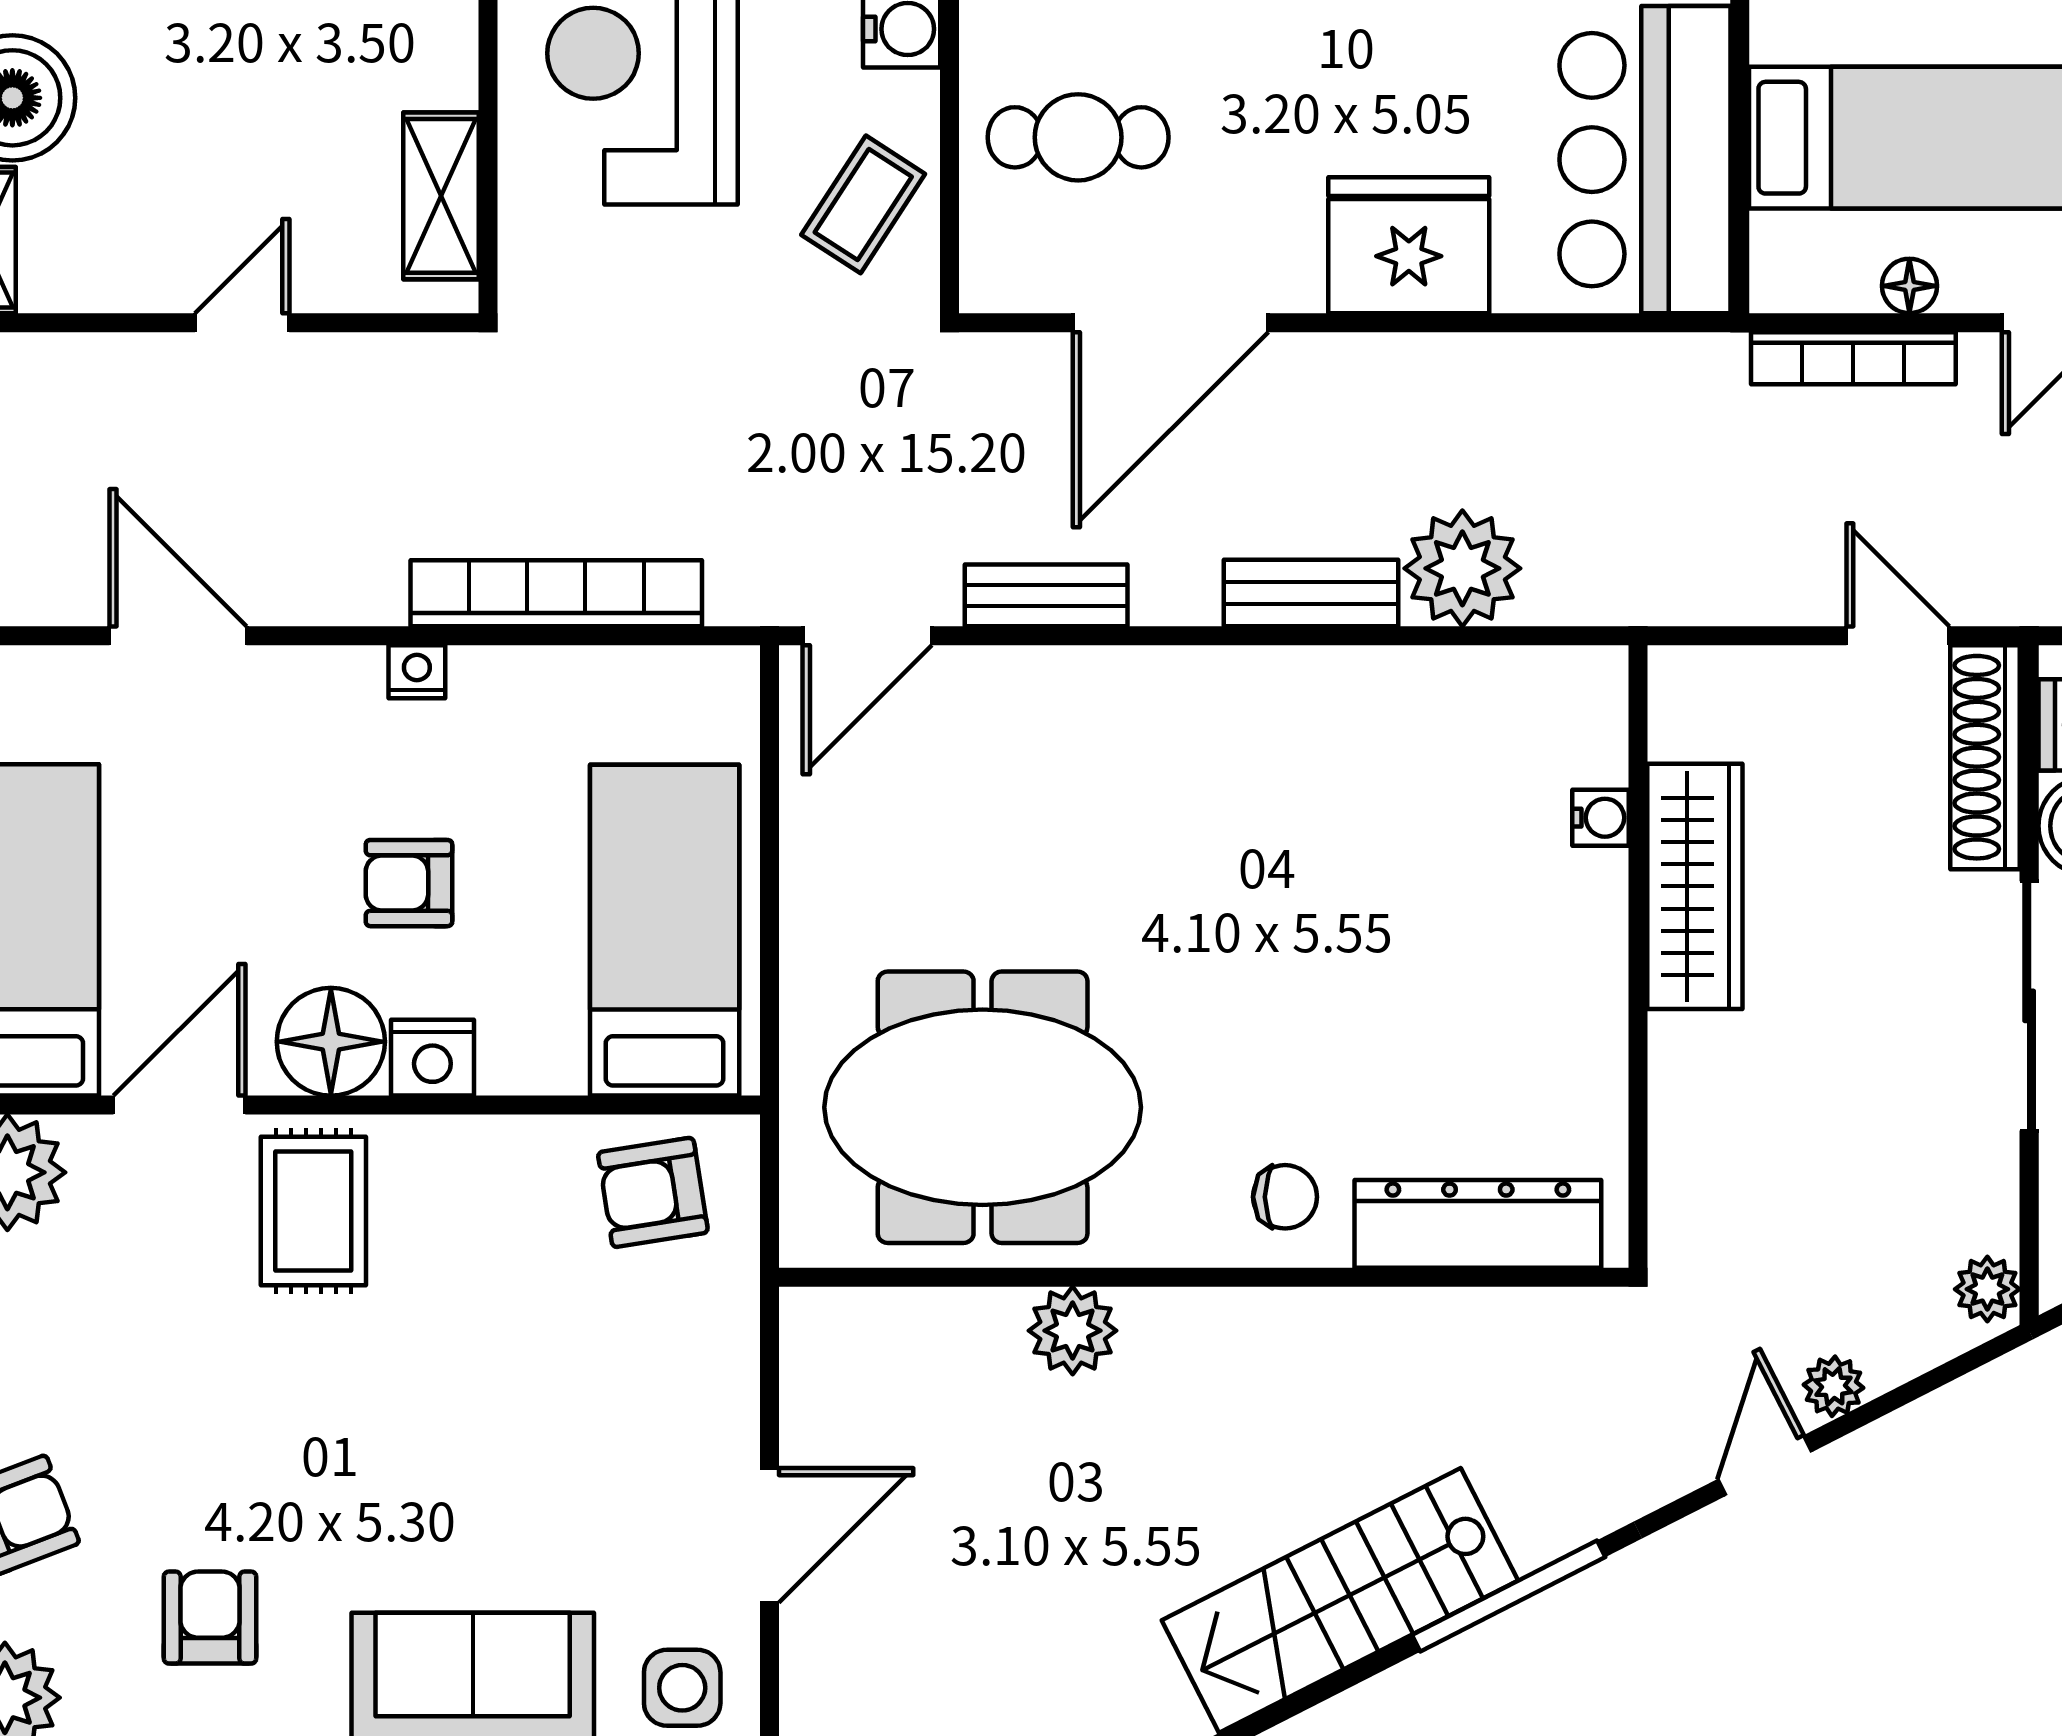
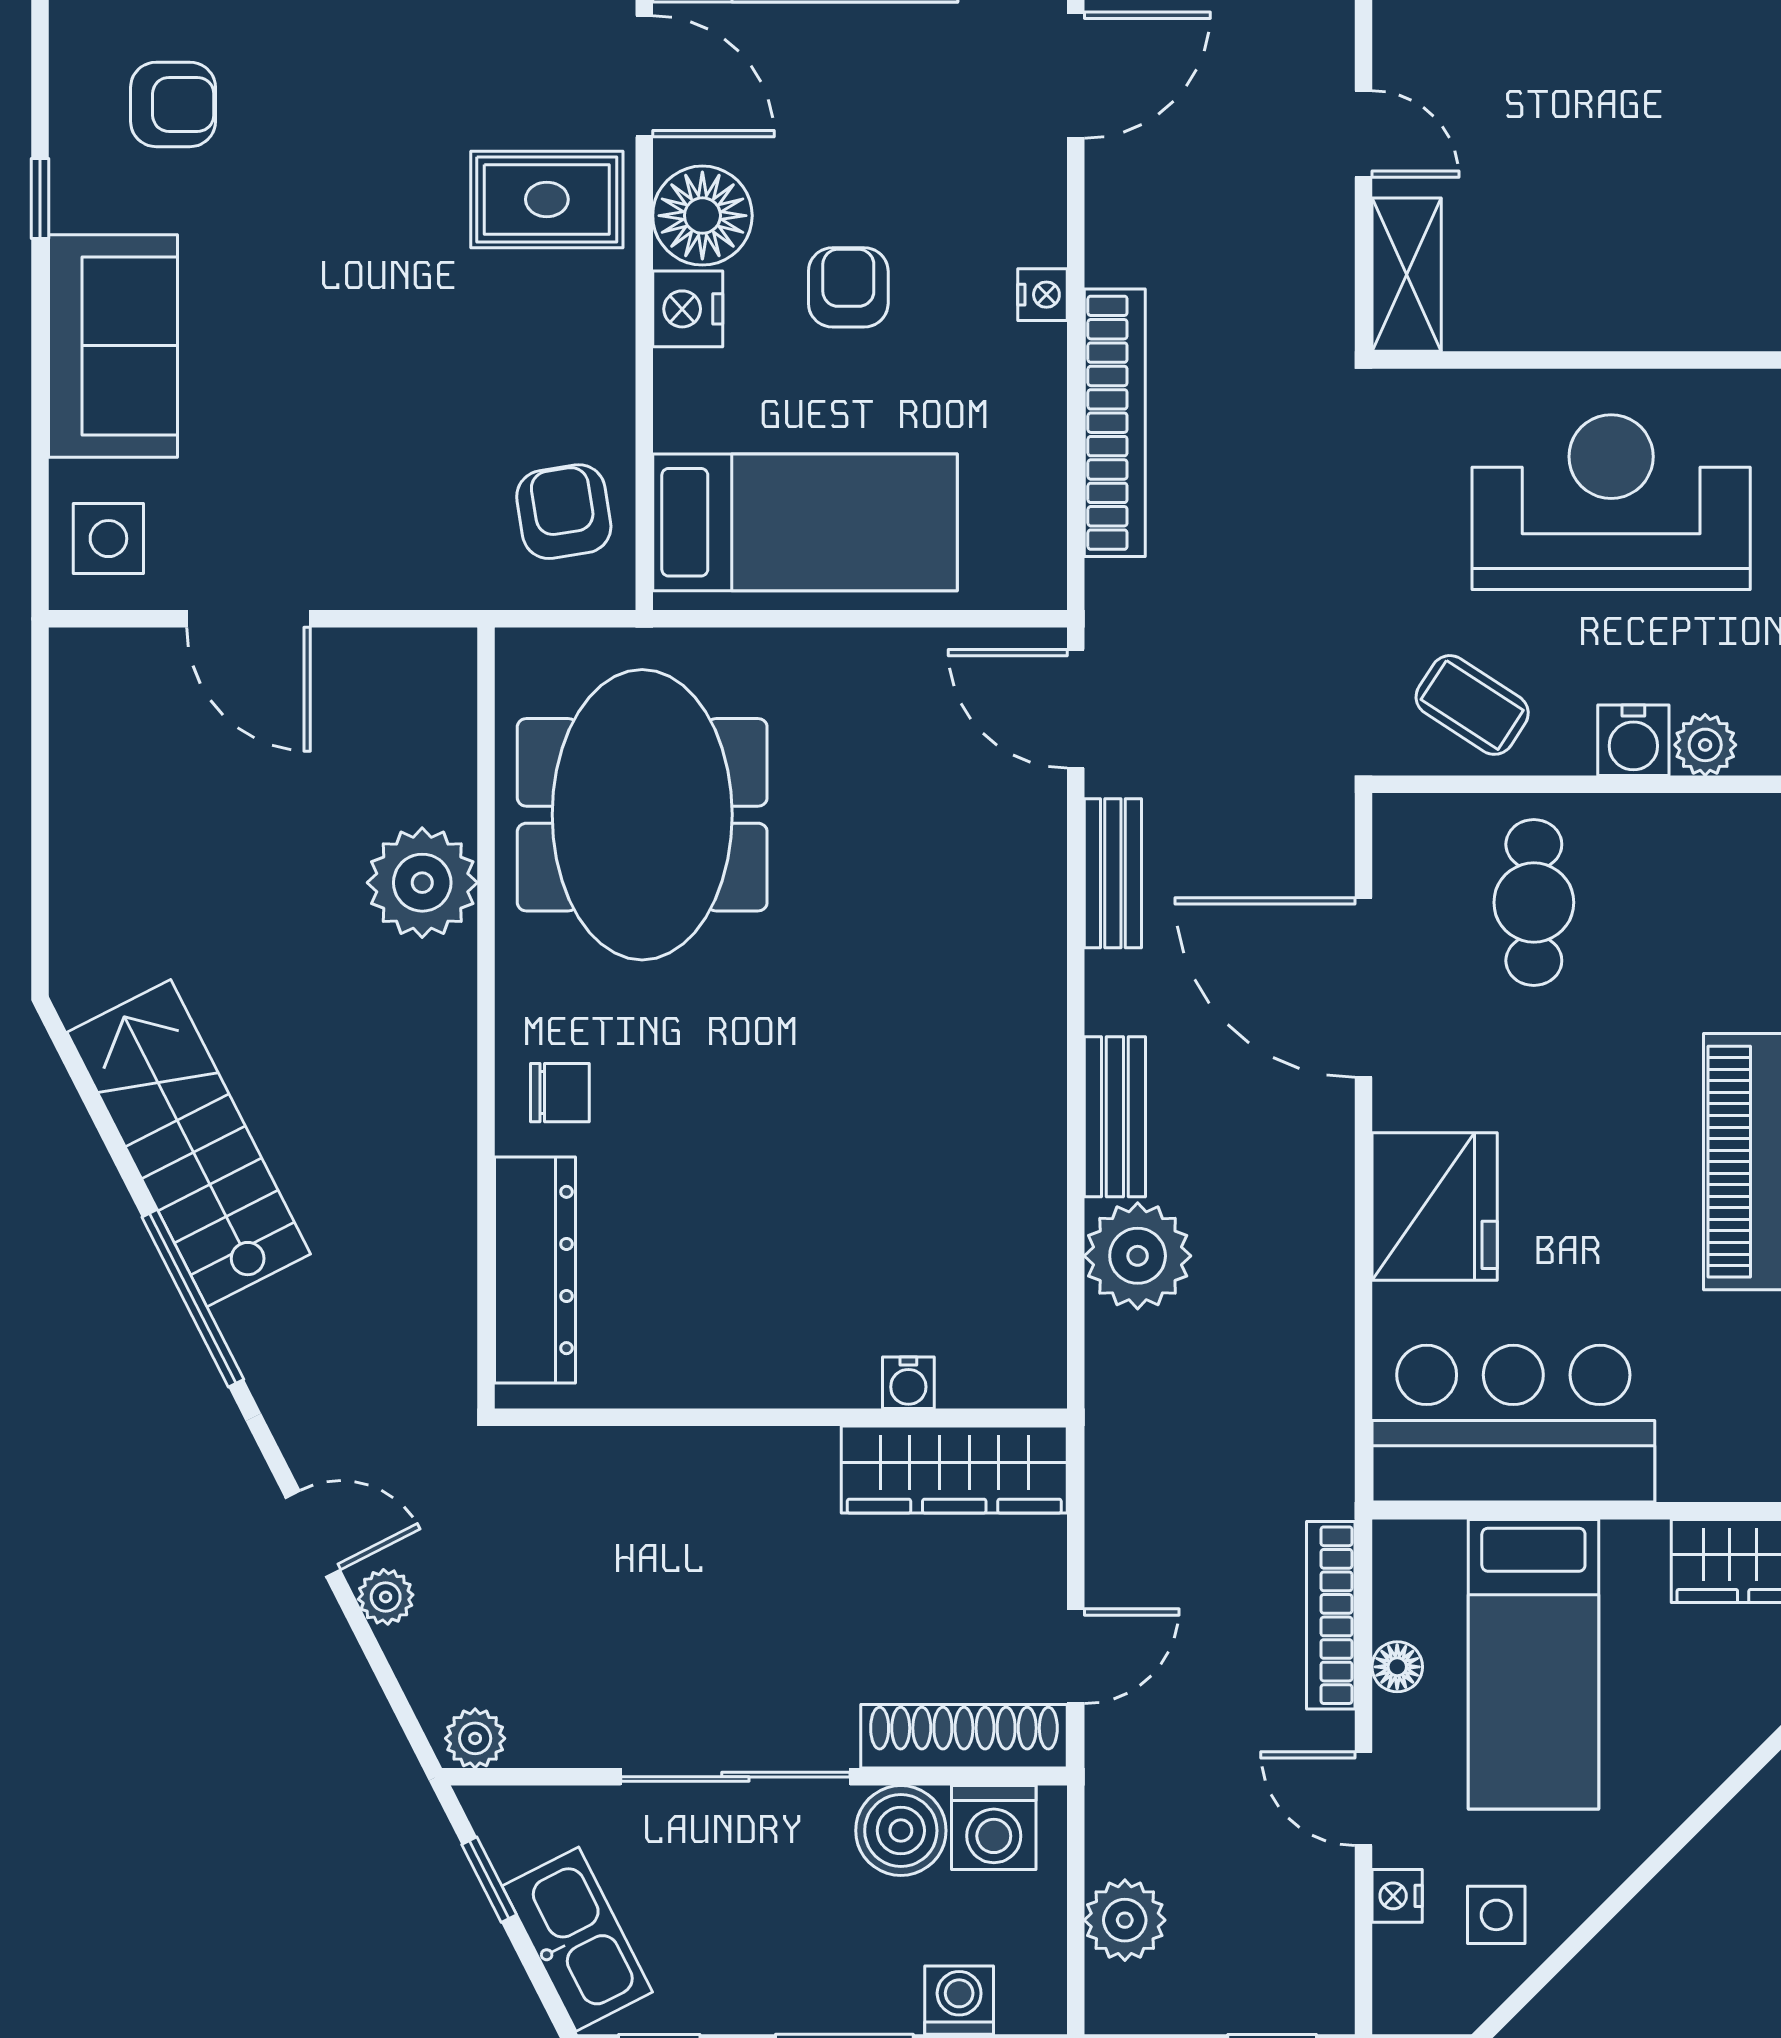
shelving: (441, 196) -> (1407, 275), moved, turned 90
wardrobe: (1695, 886) -> (954, 1469), moved
chair: (1285, 1197) -> (560, 1093), turned -90
plant: (1073, 1331) -> (422, 883), width x1.36, depth x1.36

